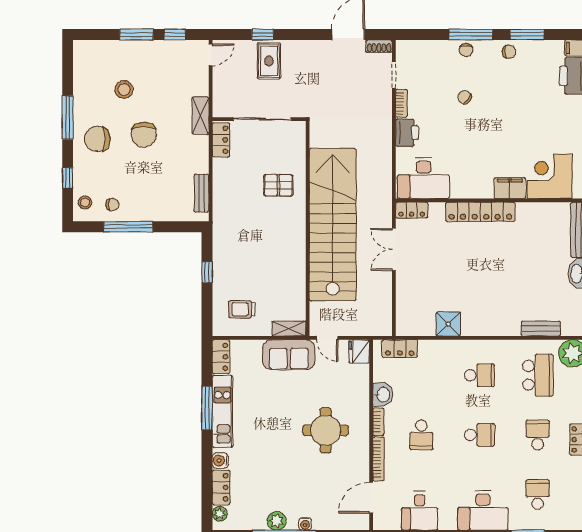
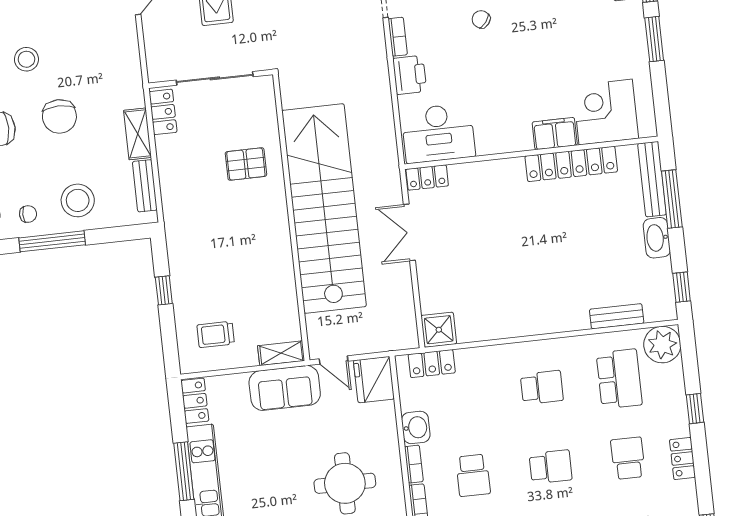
shelving: (200, 116) -> (138, 134), moved
stool: (150, 198) -> (78, 200), added
locker: (480, 212) -> (571, 164), moved
shower: (448, 324) -> (439, 330), moved
fridge: (359, 351) -> (374, 380), width x1.36, depth x1.34

